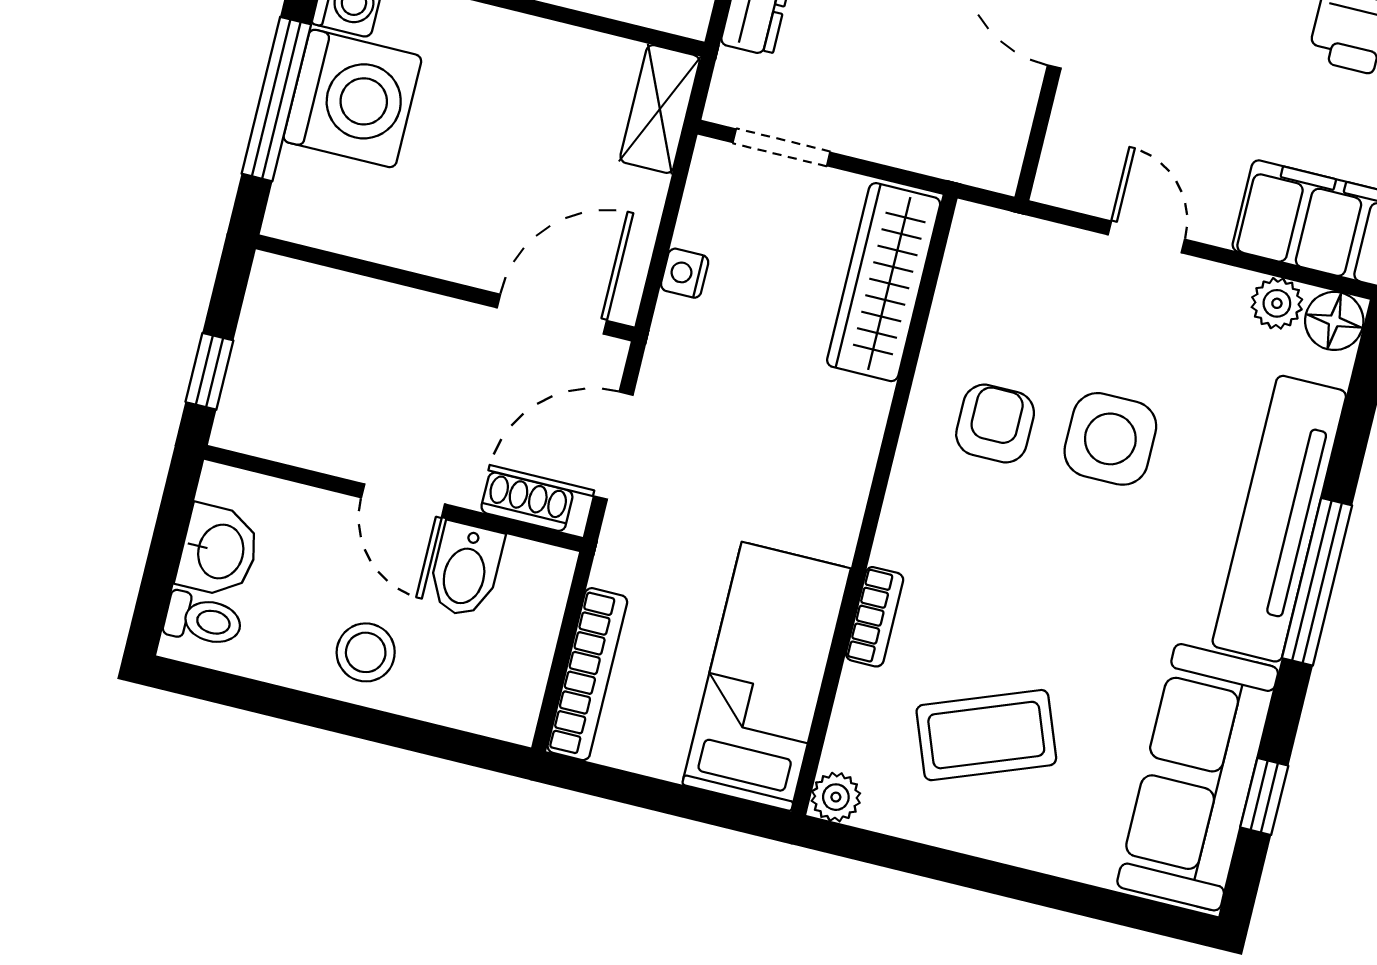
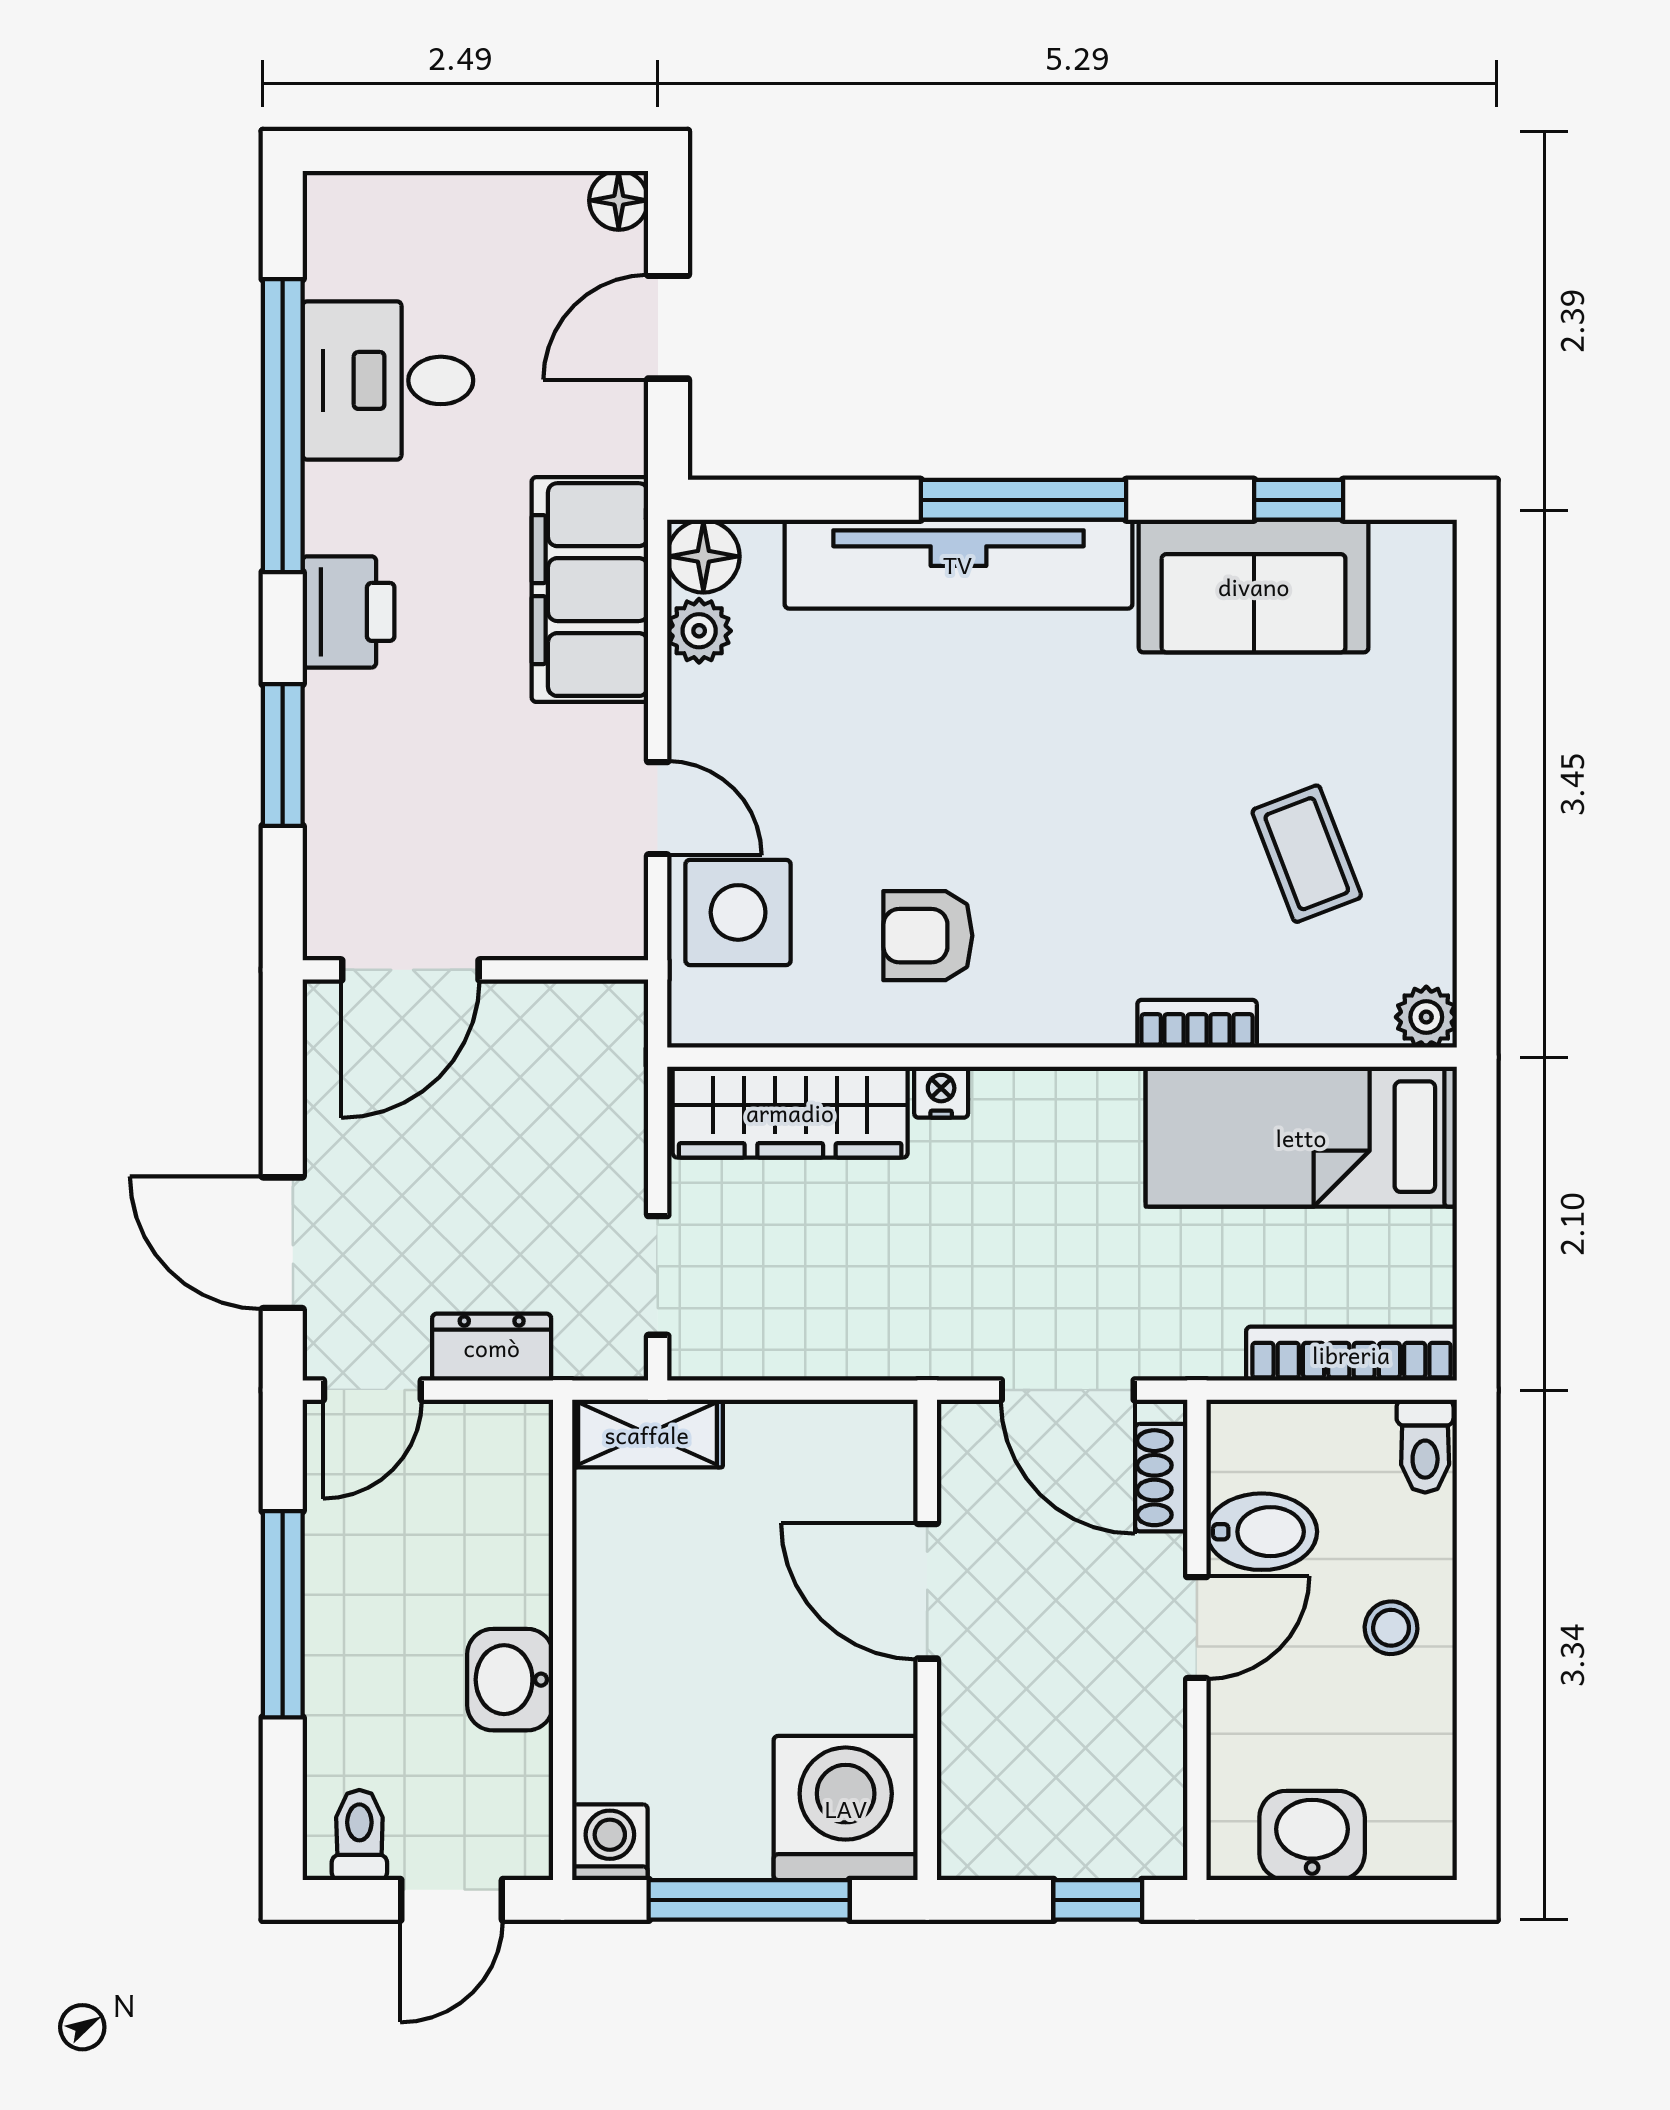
washing machine: (352, 99) -> (846, 1808), moved
door: (1146, 237) -> (658, 808), swing flipped
nightstand: (685, 273) -> (941, 1092), moved, turned 180
door: (552, 314) -> (927, 1591), moved
side table: (1110, 439) -> (738, 912), moved
toilet: (203, 620) -> (1425, 1446), moved, turned 180
stool: (366, 652) -> (1391, 1628), width x0.73, depth x0.73
coffee table: (986, 735) -> (1307, 854), width x0.73, depth x0.77
sofa: (1198, 777) -> (1254, 586), width x0.73

